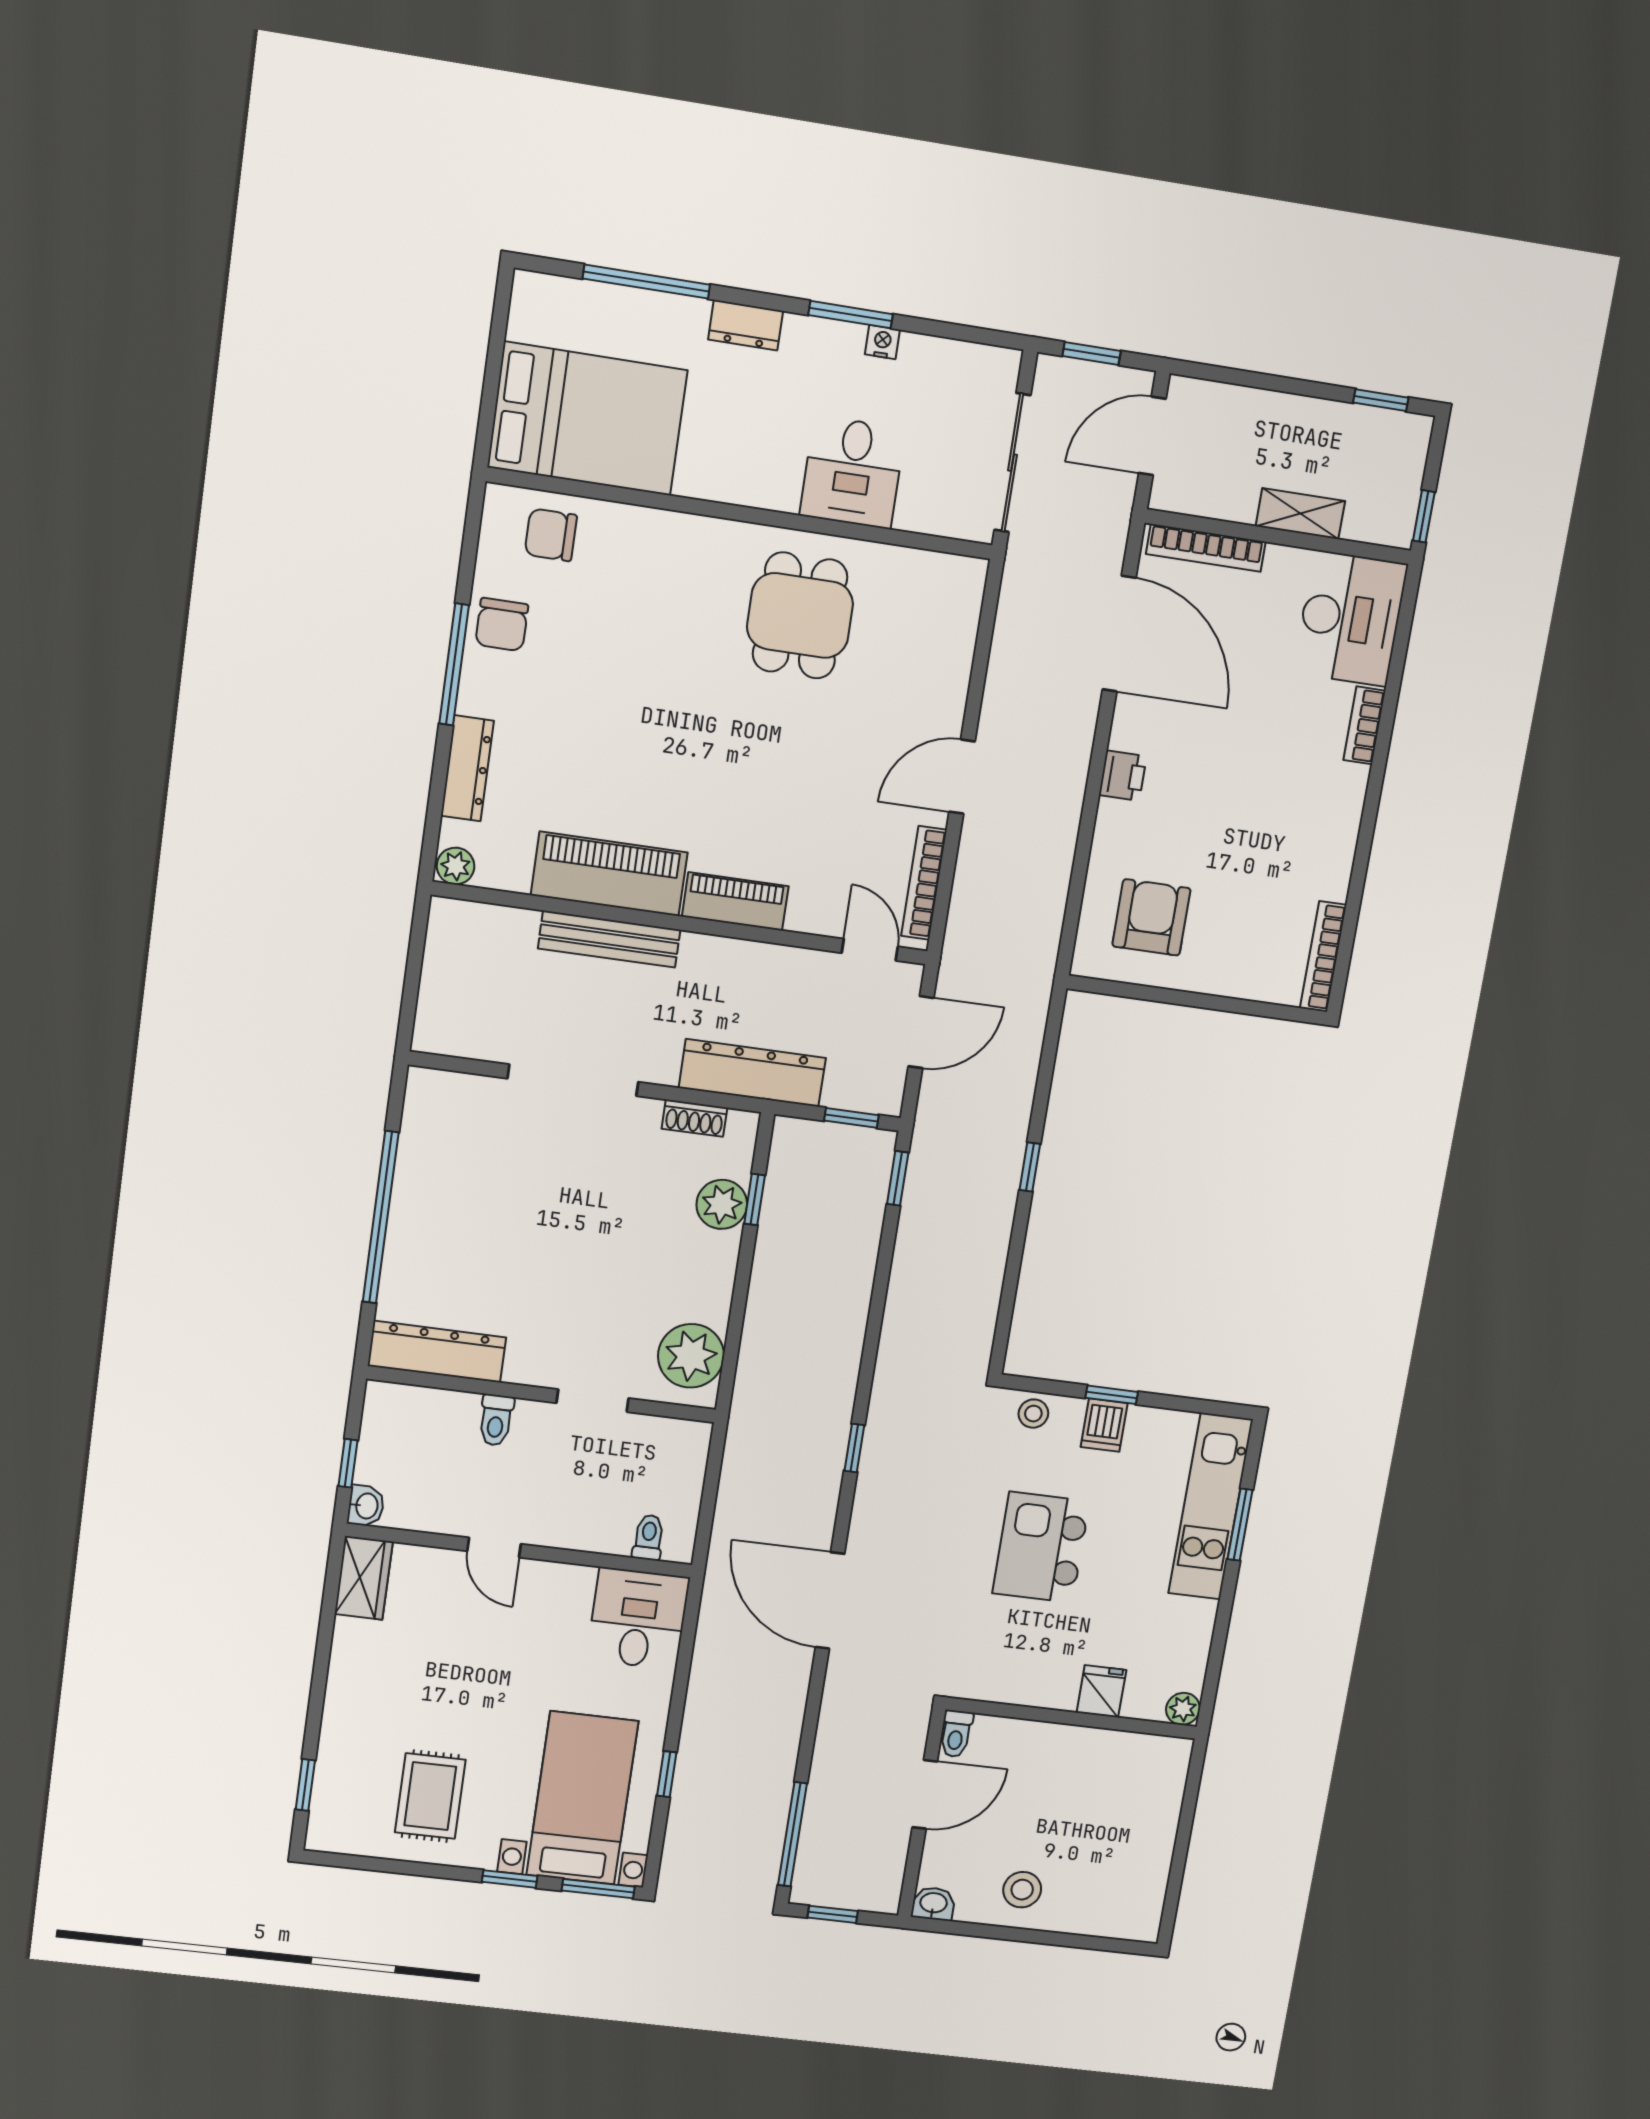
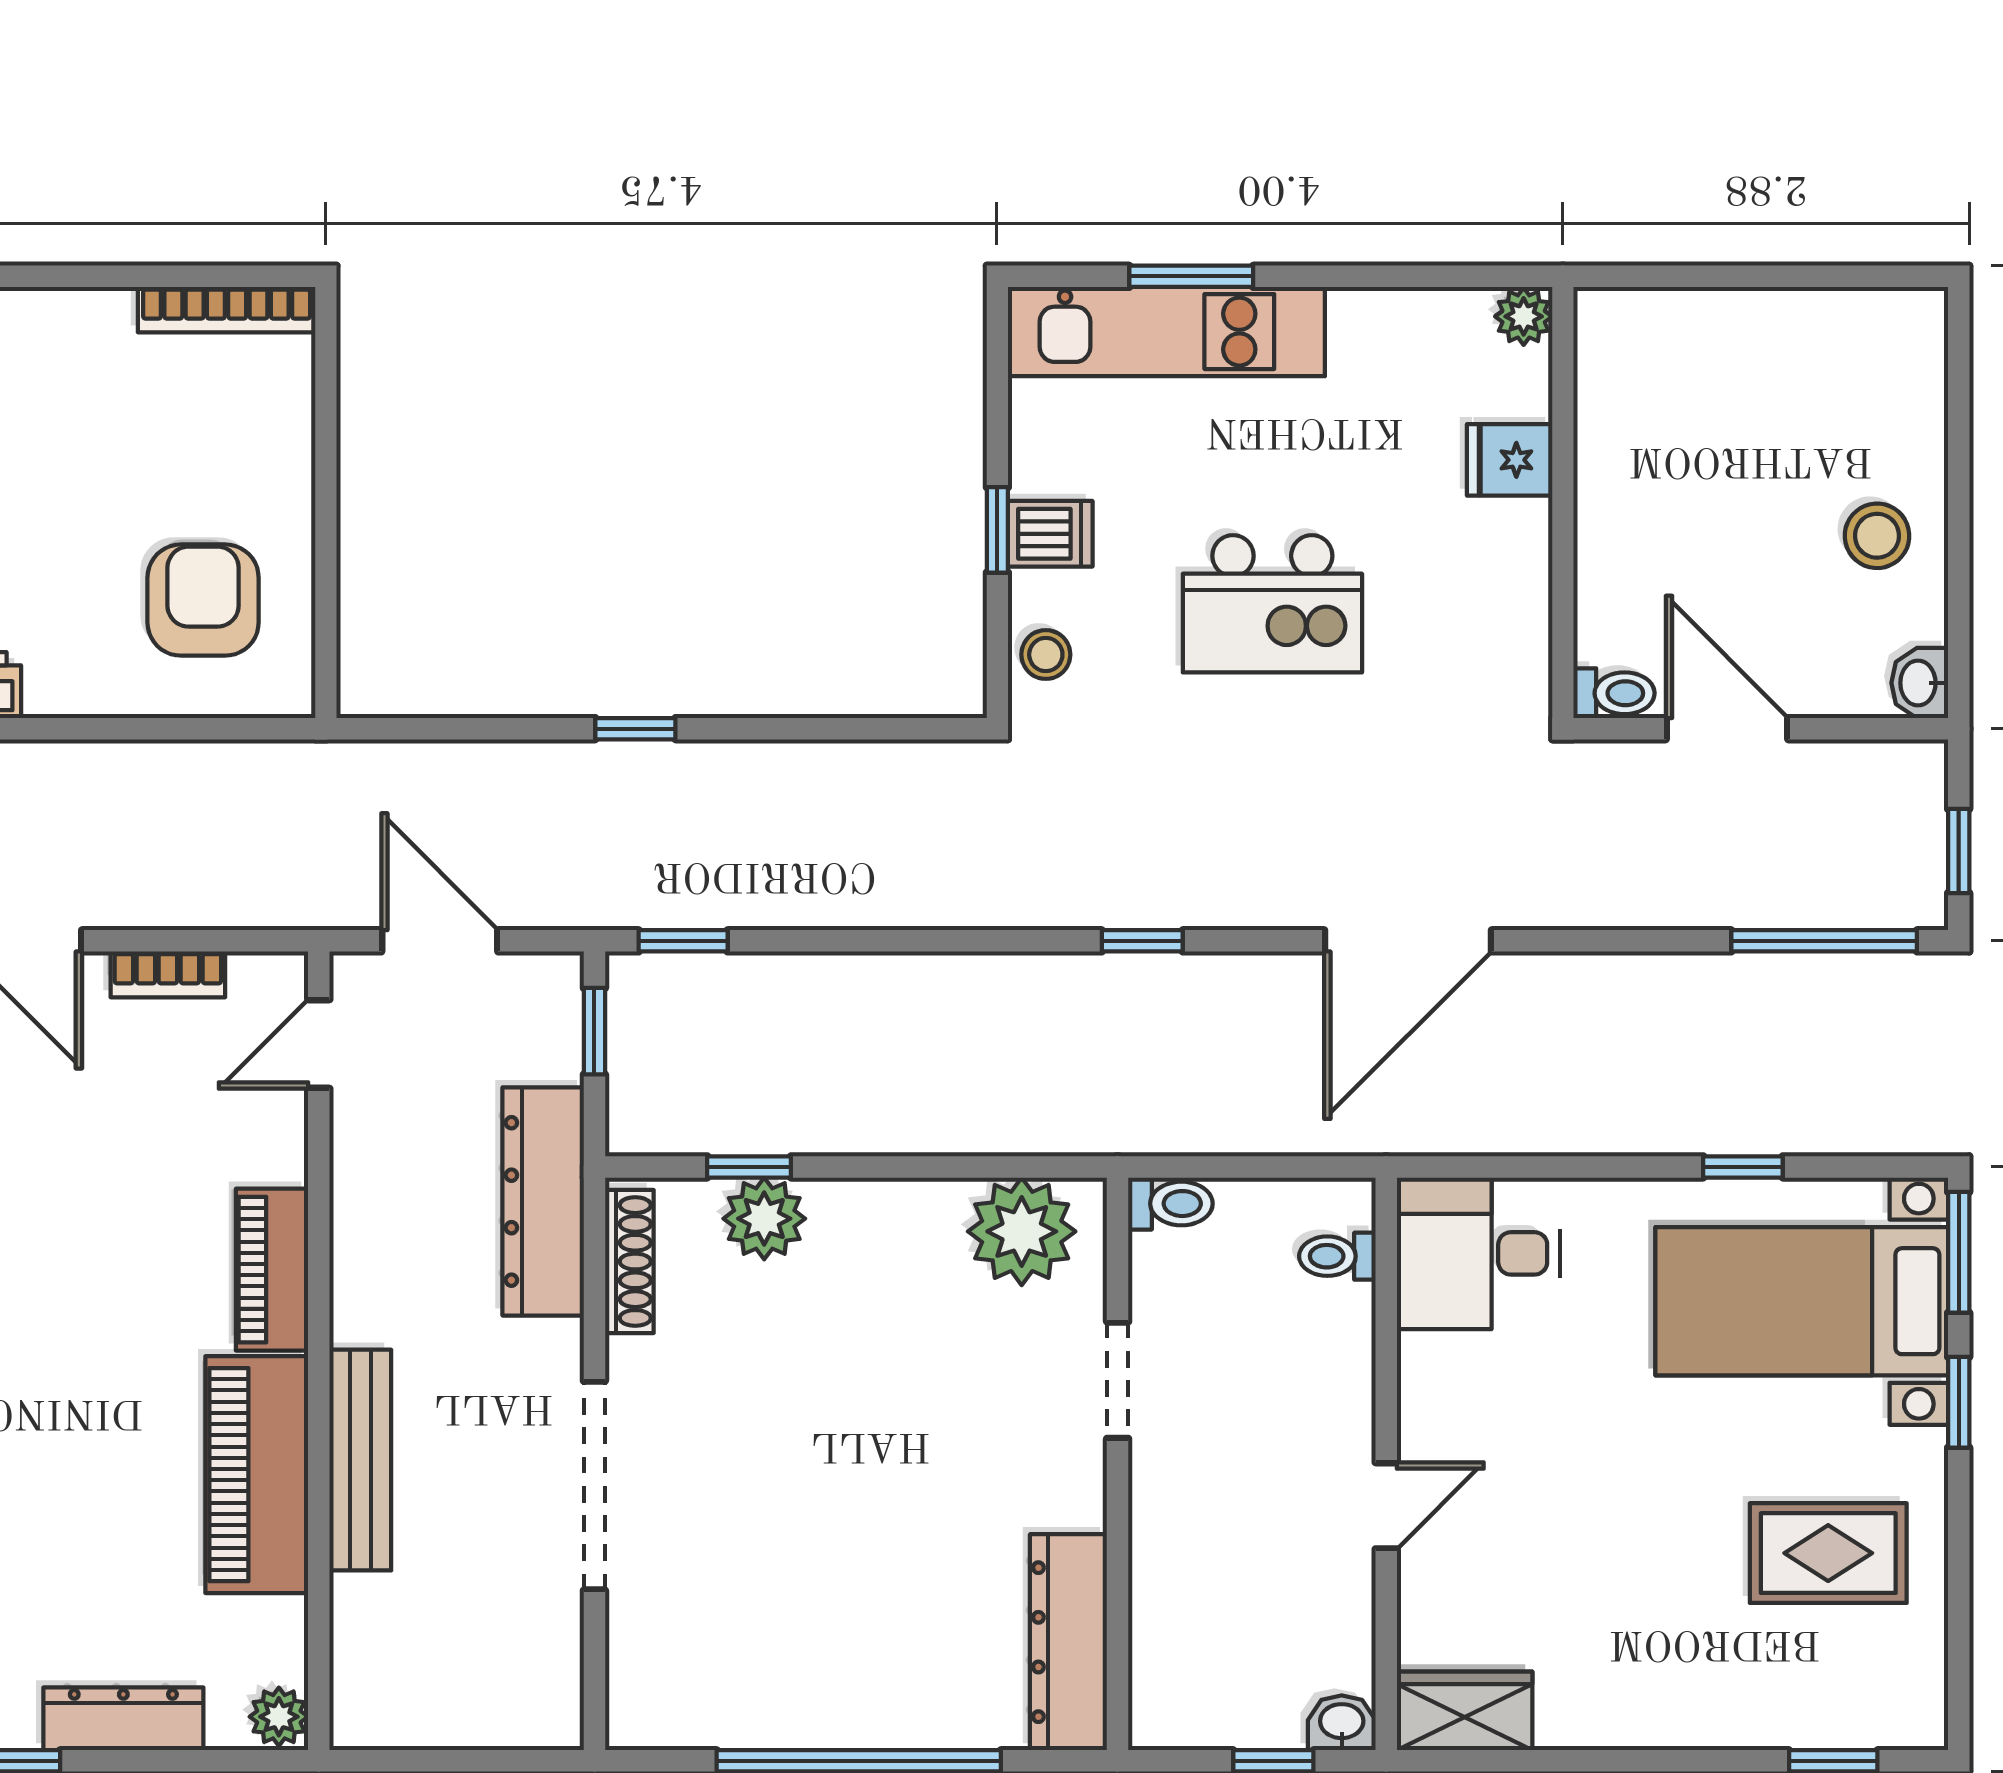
bookcase: (924, 883) -> (168, 974), width x0.64
armchair: (1151, 917) -> (203, 600), turned 90
shoe rack: (695, 1118) -> (629, 1262), width x1.43
toilet: (496, 1420) -> (1170, 1204), moved

